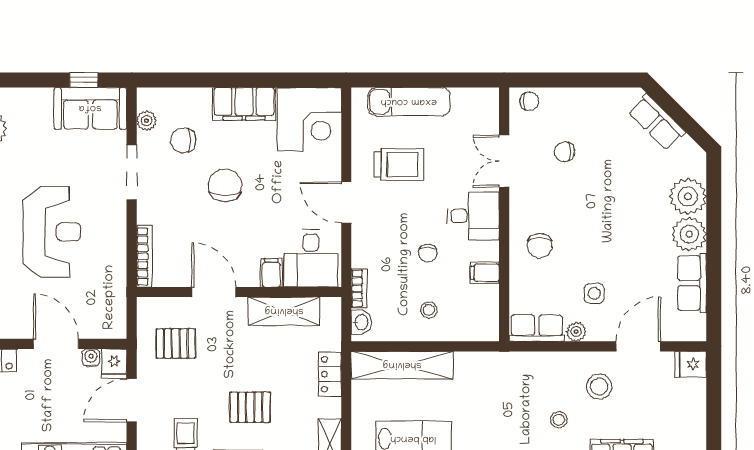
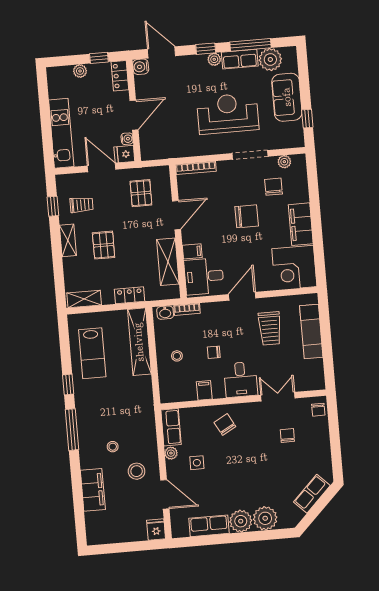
sofa: (90, 108) -> (287, 97), moved
reception desk: (52, 232) -> (228, 114), moved, turned 180
chair: (540, 246) -> (225, 425), turned 61

